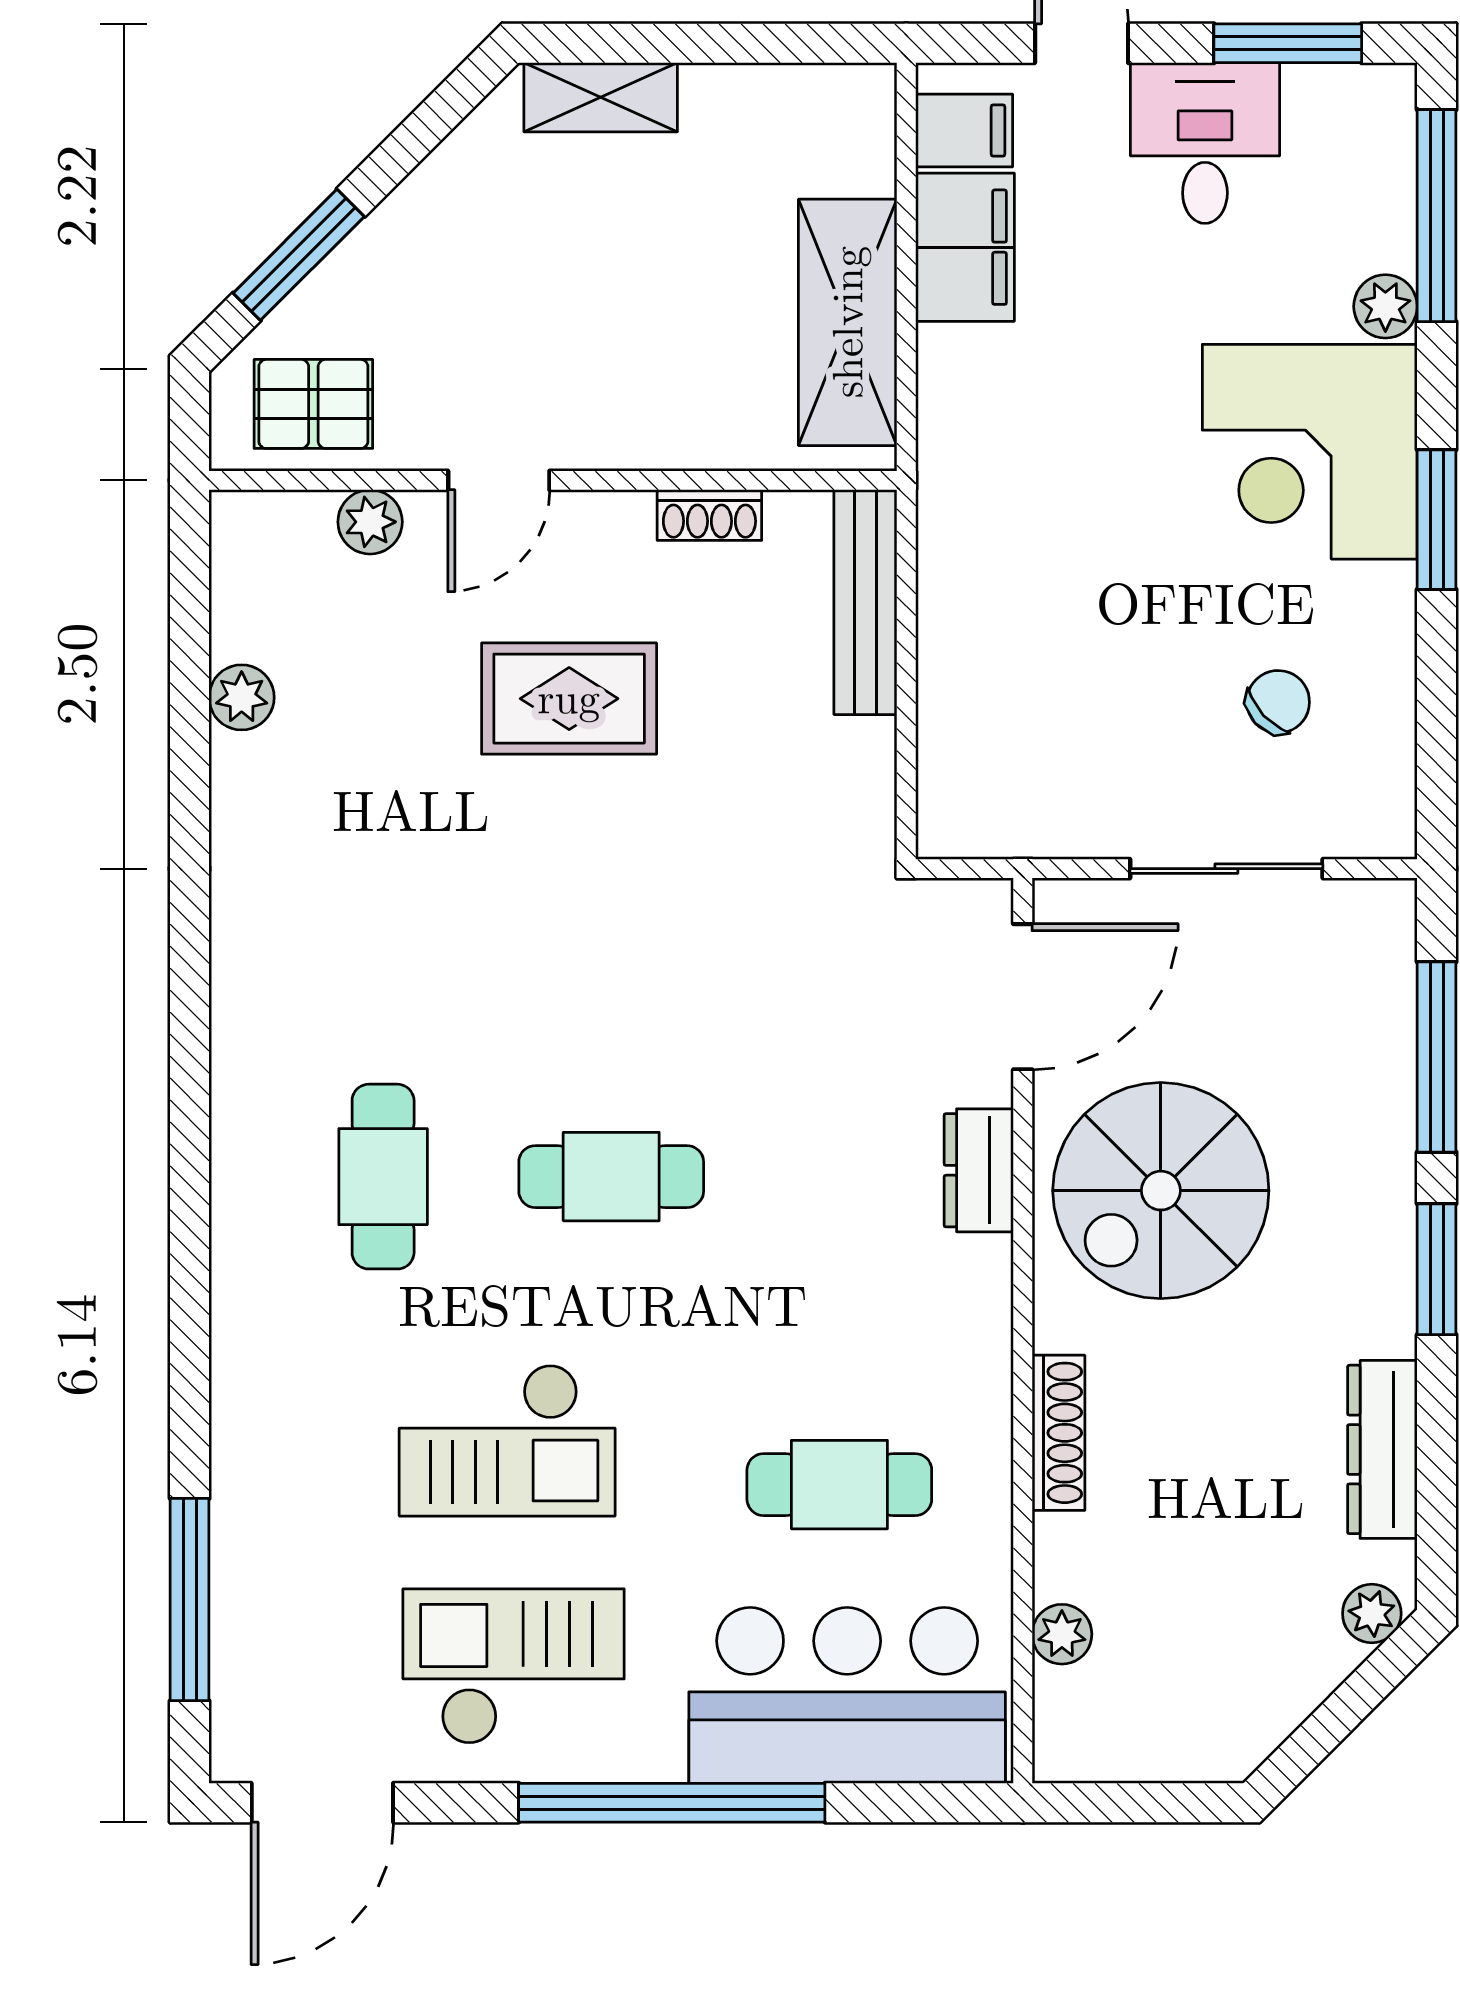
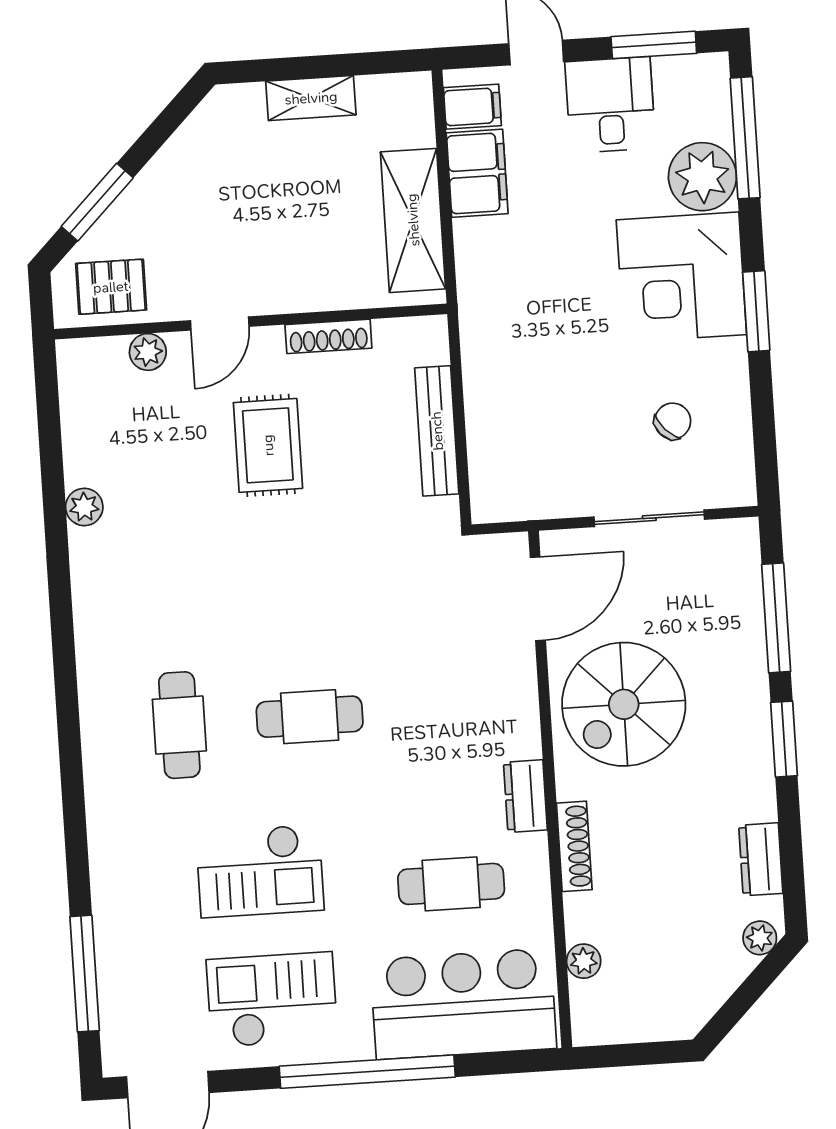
shelving: (601, 97) -> (311, 98), moved
plant: (1385, 306) -> (702, 177), width x1.87, depth x1.87
shoe rack: (709, 515) -> (328, 336), width x1.43
bench: (865, 602) -> (437, 431), moved
plant: (242, 697) -> (84, 507), moved
rug: (569, 699) -> (268, 445), turned 90
dresser: (979, 1170) -> (525, 796), moved
dresser: (1382, 1449) -> (761, 859), width x0.70

